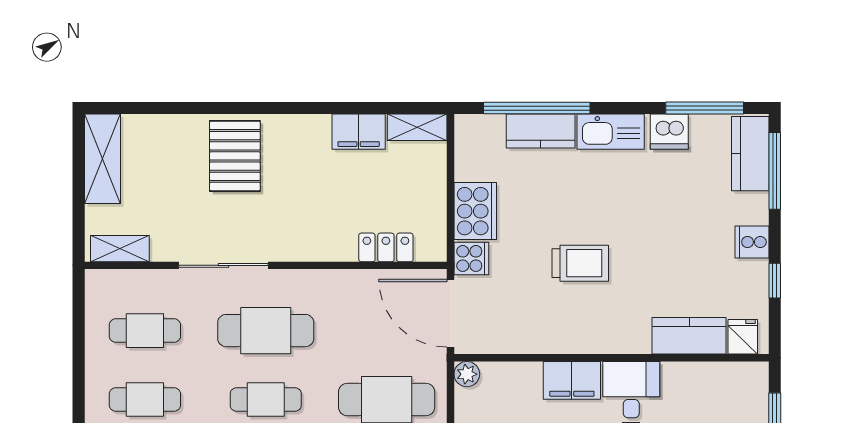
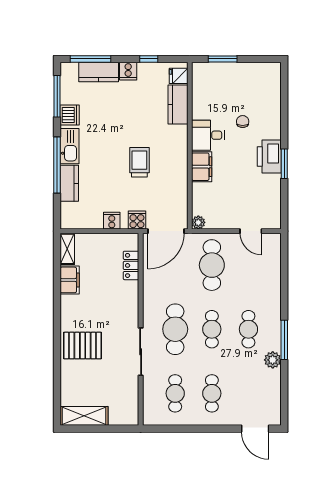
window: (537, 108) -> (57, 165), moved
kitchen counter: (750, 154) -> (99, 72), moved
cooker: (475, 211) -> (112, 221), width x0.53, depth x0.76
shelving: (120, 249) -> (132, 407), removed

